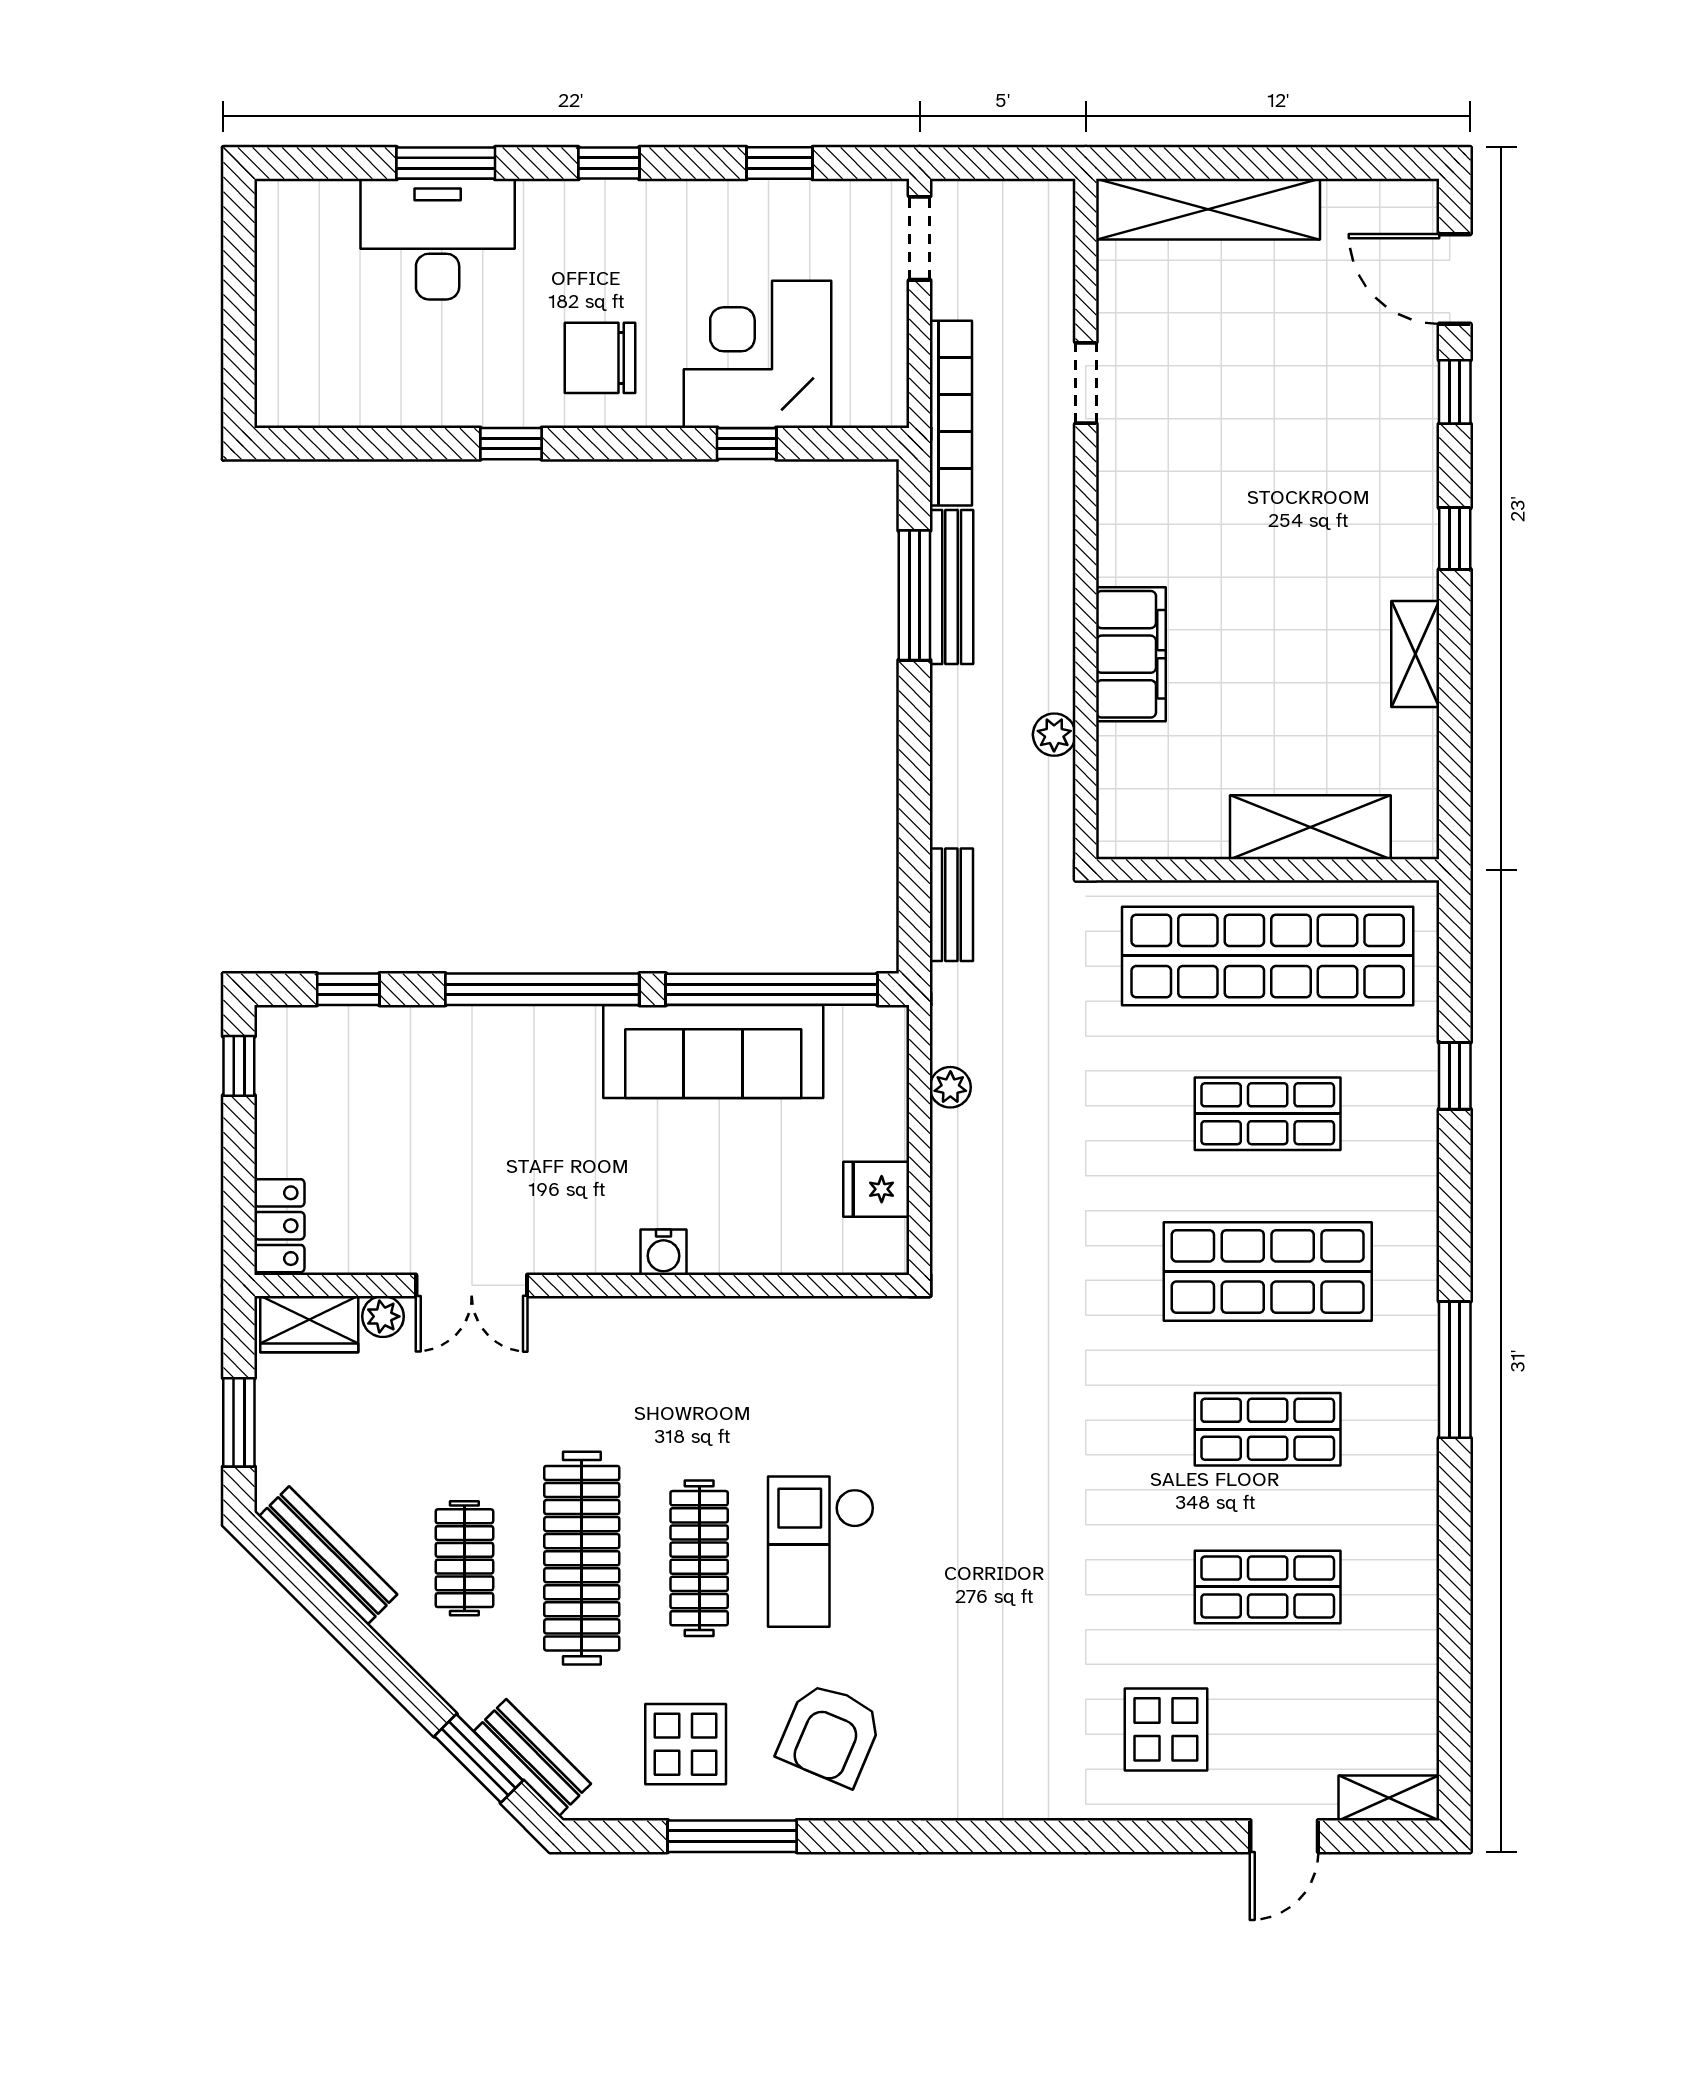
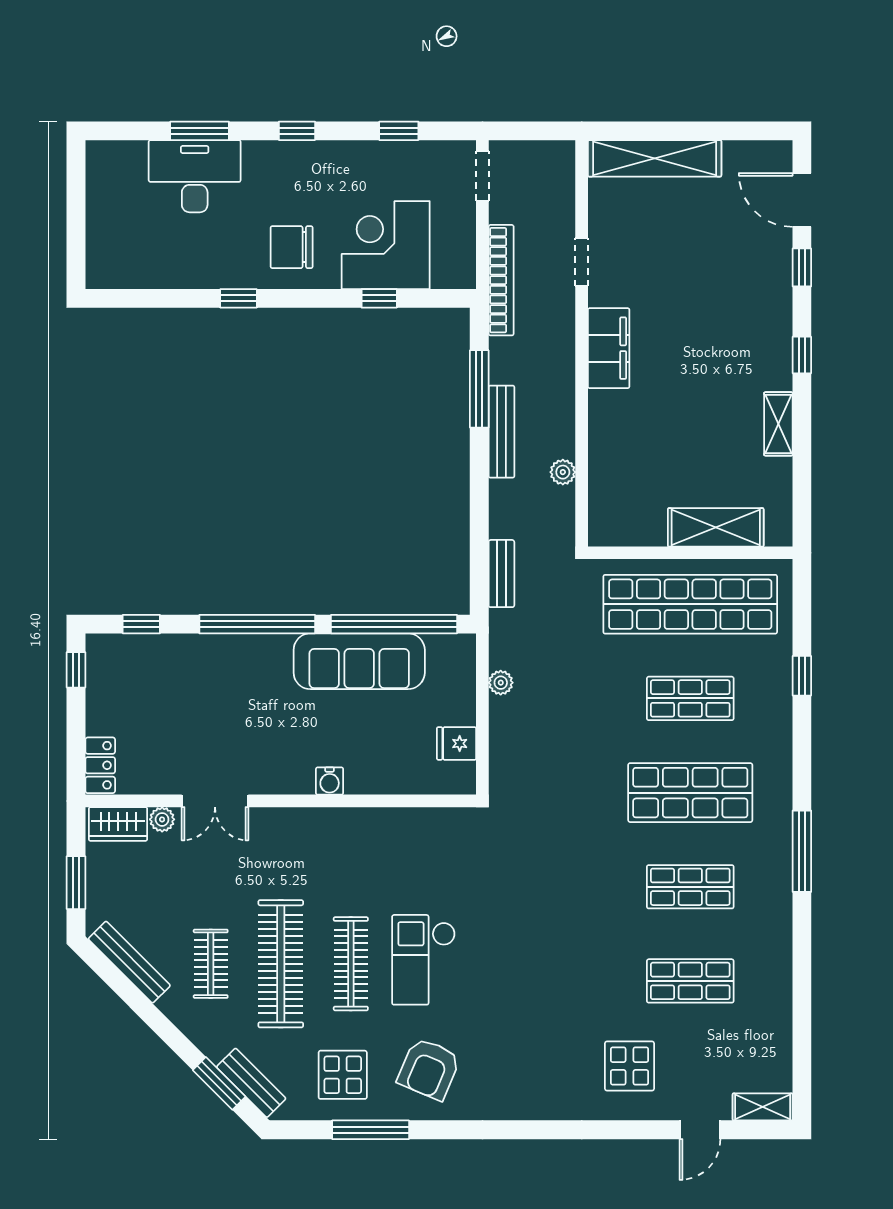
bench: (952, 587) -> (501, 432), moved
filing cabinet: (1131, 654) -> (609, 348), moved

